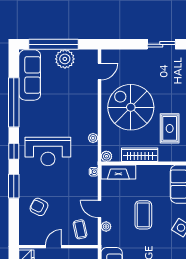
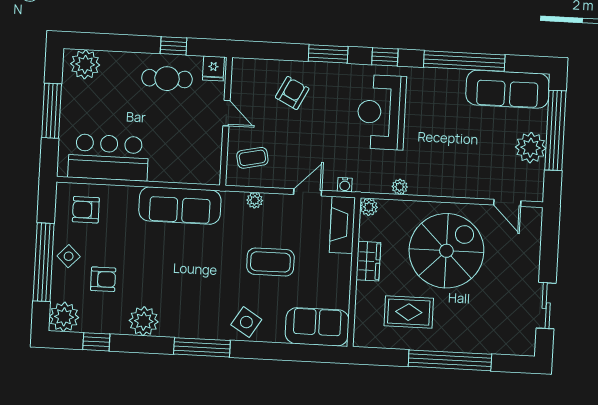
wardrobe: (140, 155) -> (368, 261), width x0.67
door: (99, 209) -> (308, 192), moved

